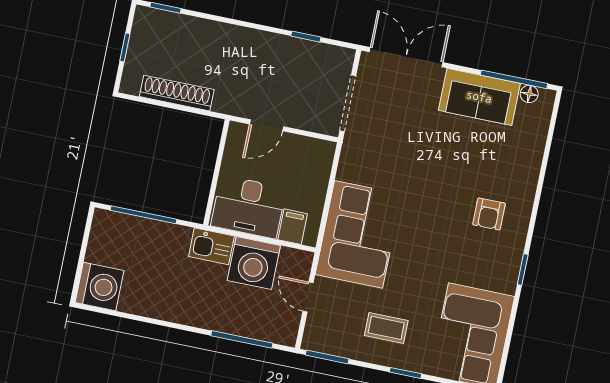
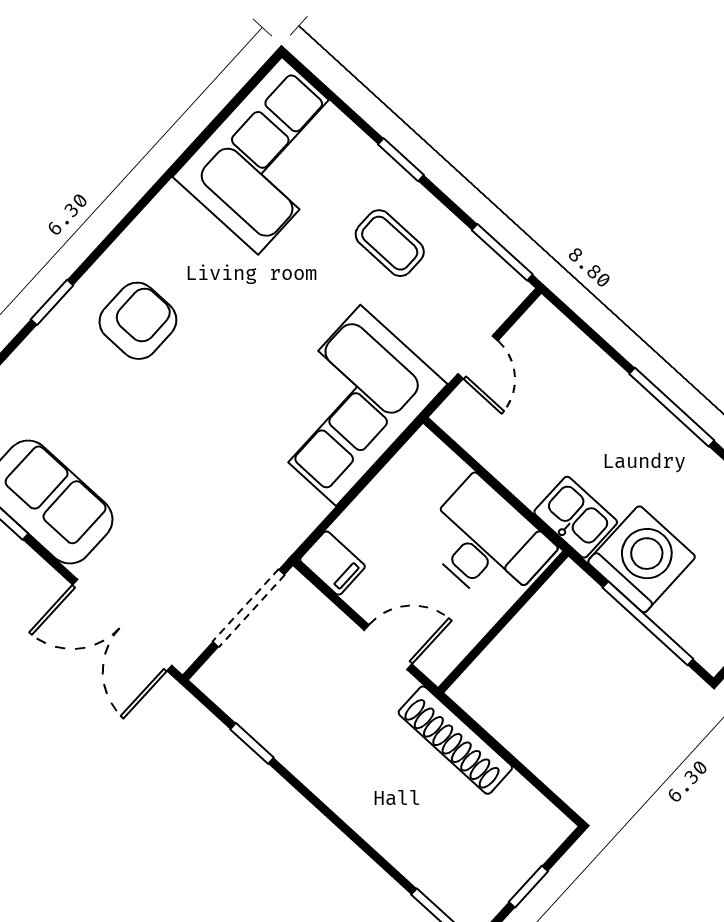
shoe rack: (177, 93) -> (455, 740), moved
armchair: (489, 214) -> (138, 321), width x1.38, depth x1.38
filing cabinet: (293, 227) -> (333, 563), moved, turned -90
washing machine: (254, 263) -> (642, 559), moved
window: (523, 270) -> (52, 302), moved
window: (242, 339) -> (672, 407), moved

